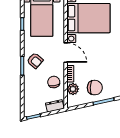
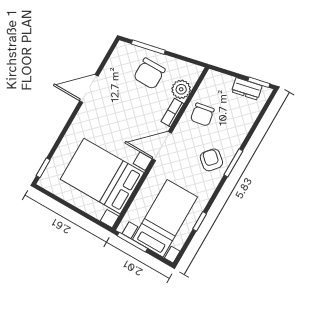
door: (66, 53) -> (162, 146), hinge flipped
chair: (95, 88) -> (149, 74), turned -93
dresser: (55, 106) -> (247, 89), moved

